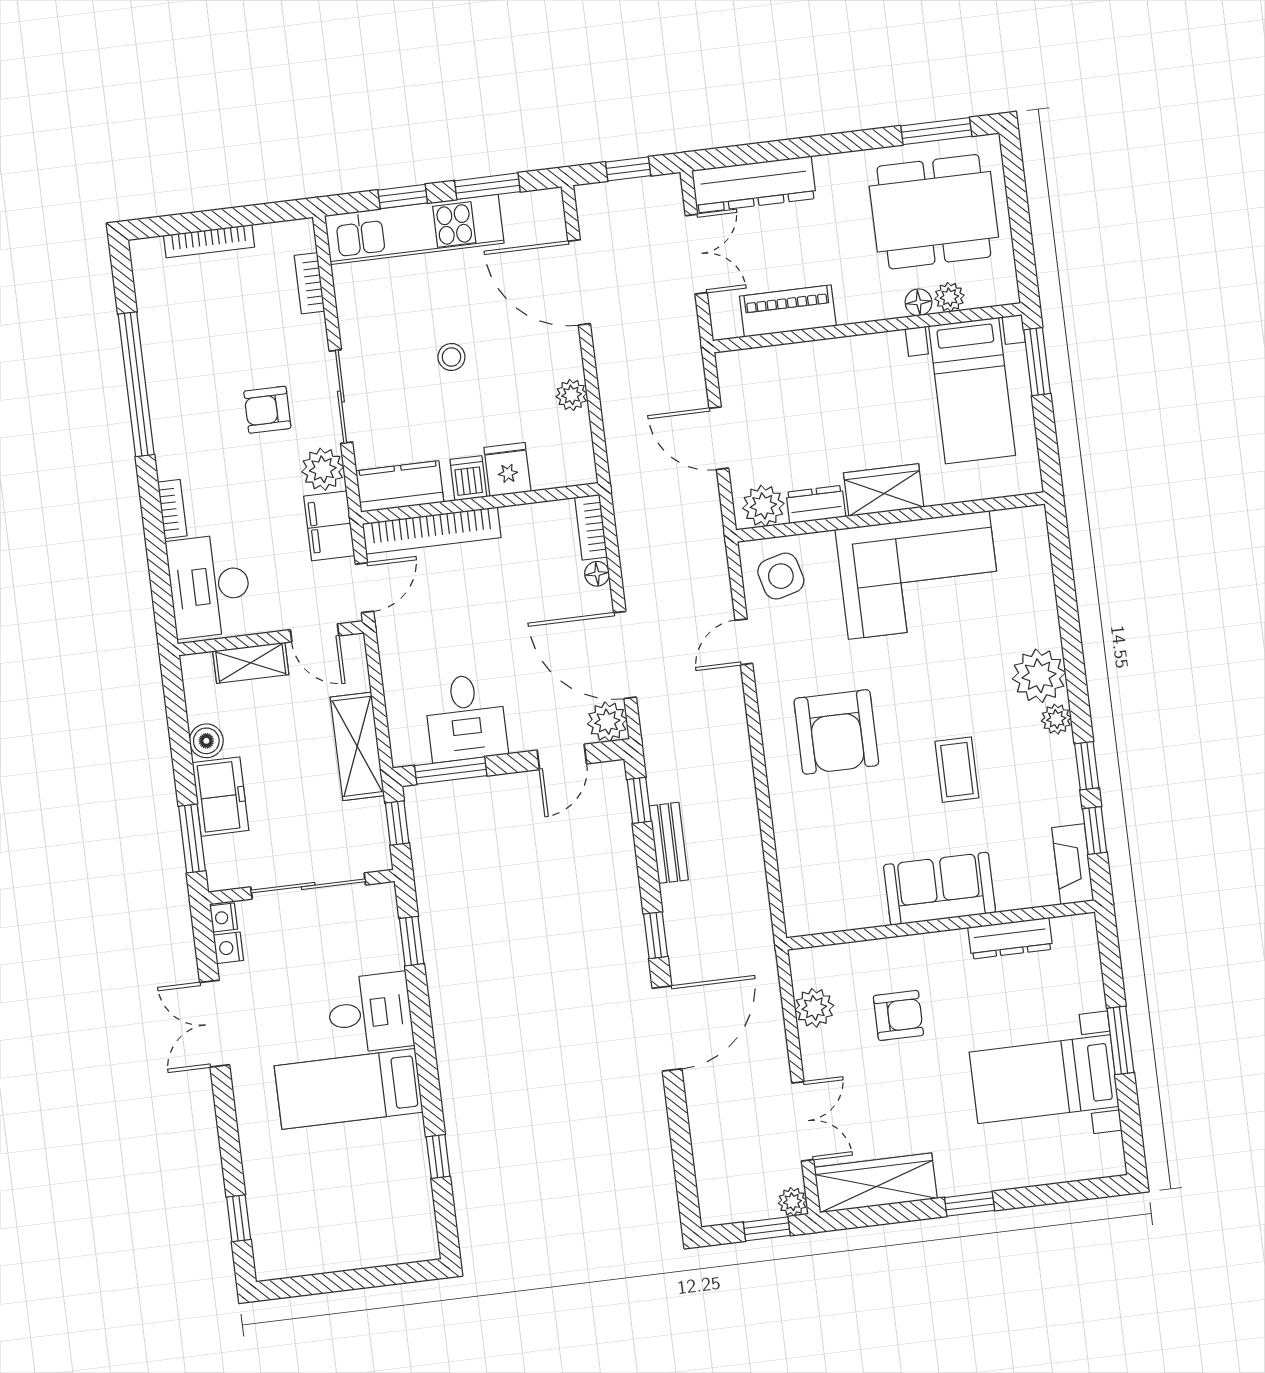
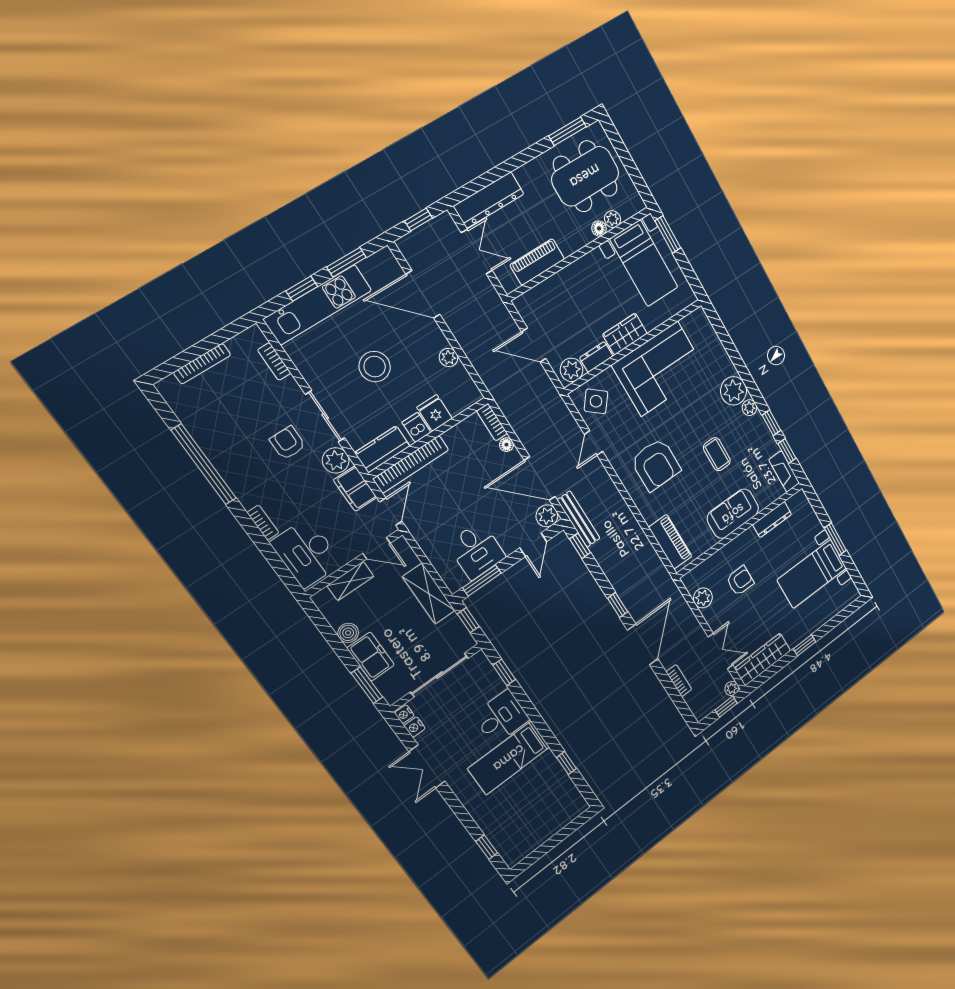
stool: (451, 357) -> (375, 367), width x1.89, depth x1.89
armchair: (267, 410) -> (288, 443), turned 90
side table: (781, 576) -> (596, 401), turned -36
bench: (669, 843) -> (579, 519), moved, width x1.36
piano: (801, 877) -> (670, 542), added
bookcase: (702, 1130) -> (679, 681), added

